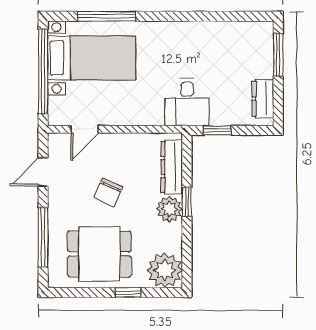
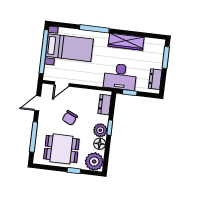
window: (106, 16) -> (94, 29), moved
wardrobe: (199, 34) -> (126, 42), added
desk: (187, 102) -> (120, 77), width x1.37
dresser: (172, 167) -> (105, 105), width x0.70
floor lamp: (171, 235) -> (100, 144), added

